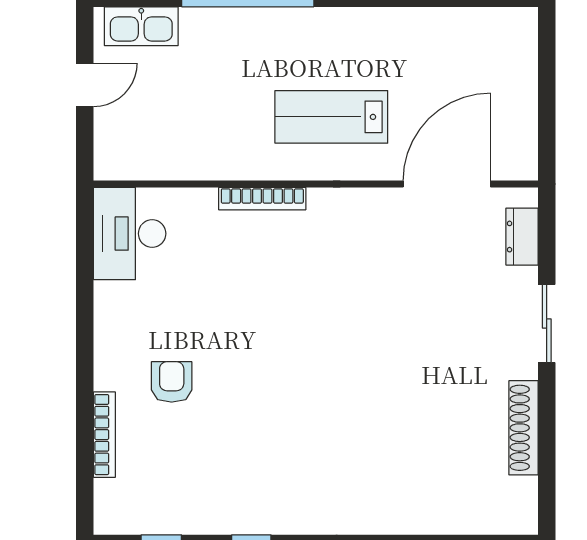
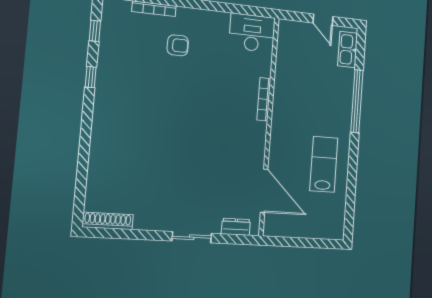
lab bench: (331, 117) -> (324, 164), moved
shoe rack: (523, 428) -> (108, 221), moved

